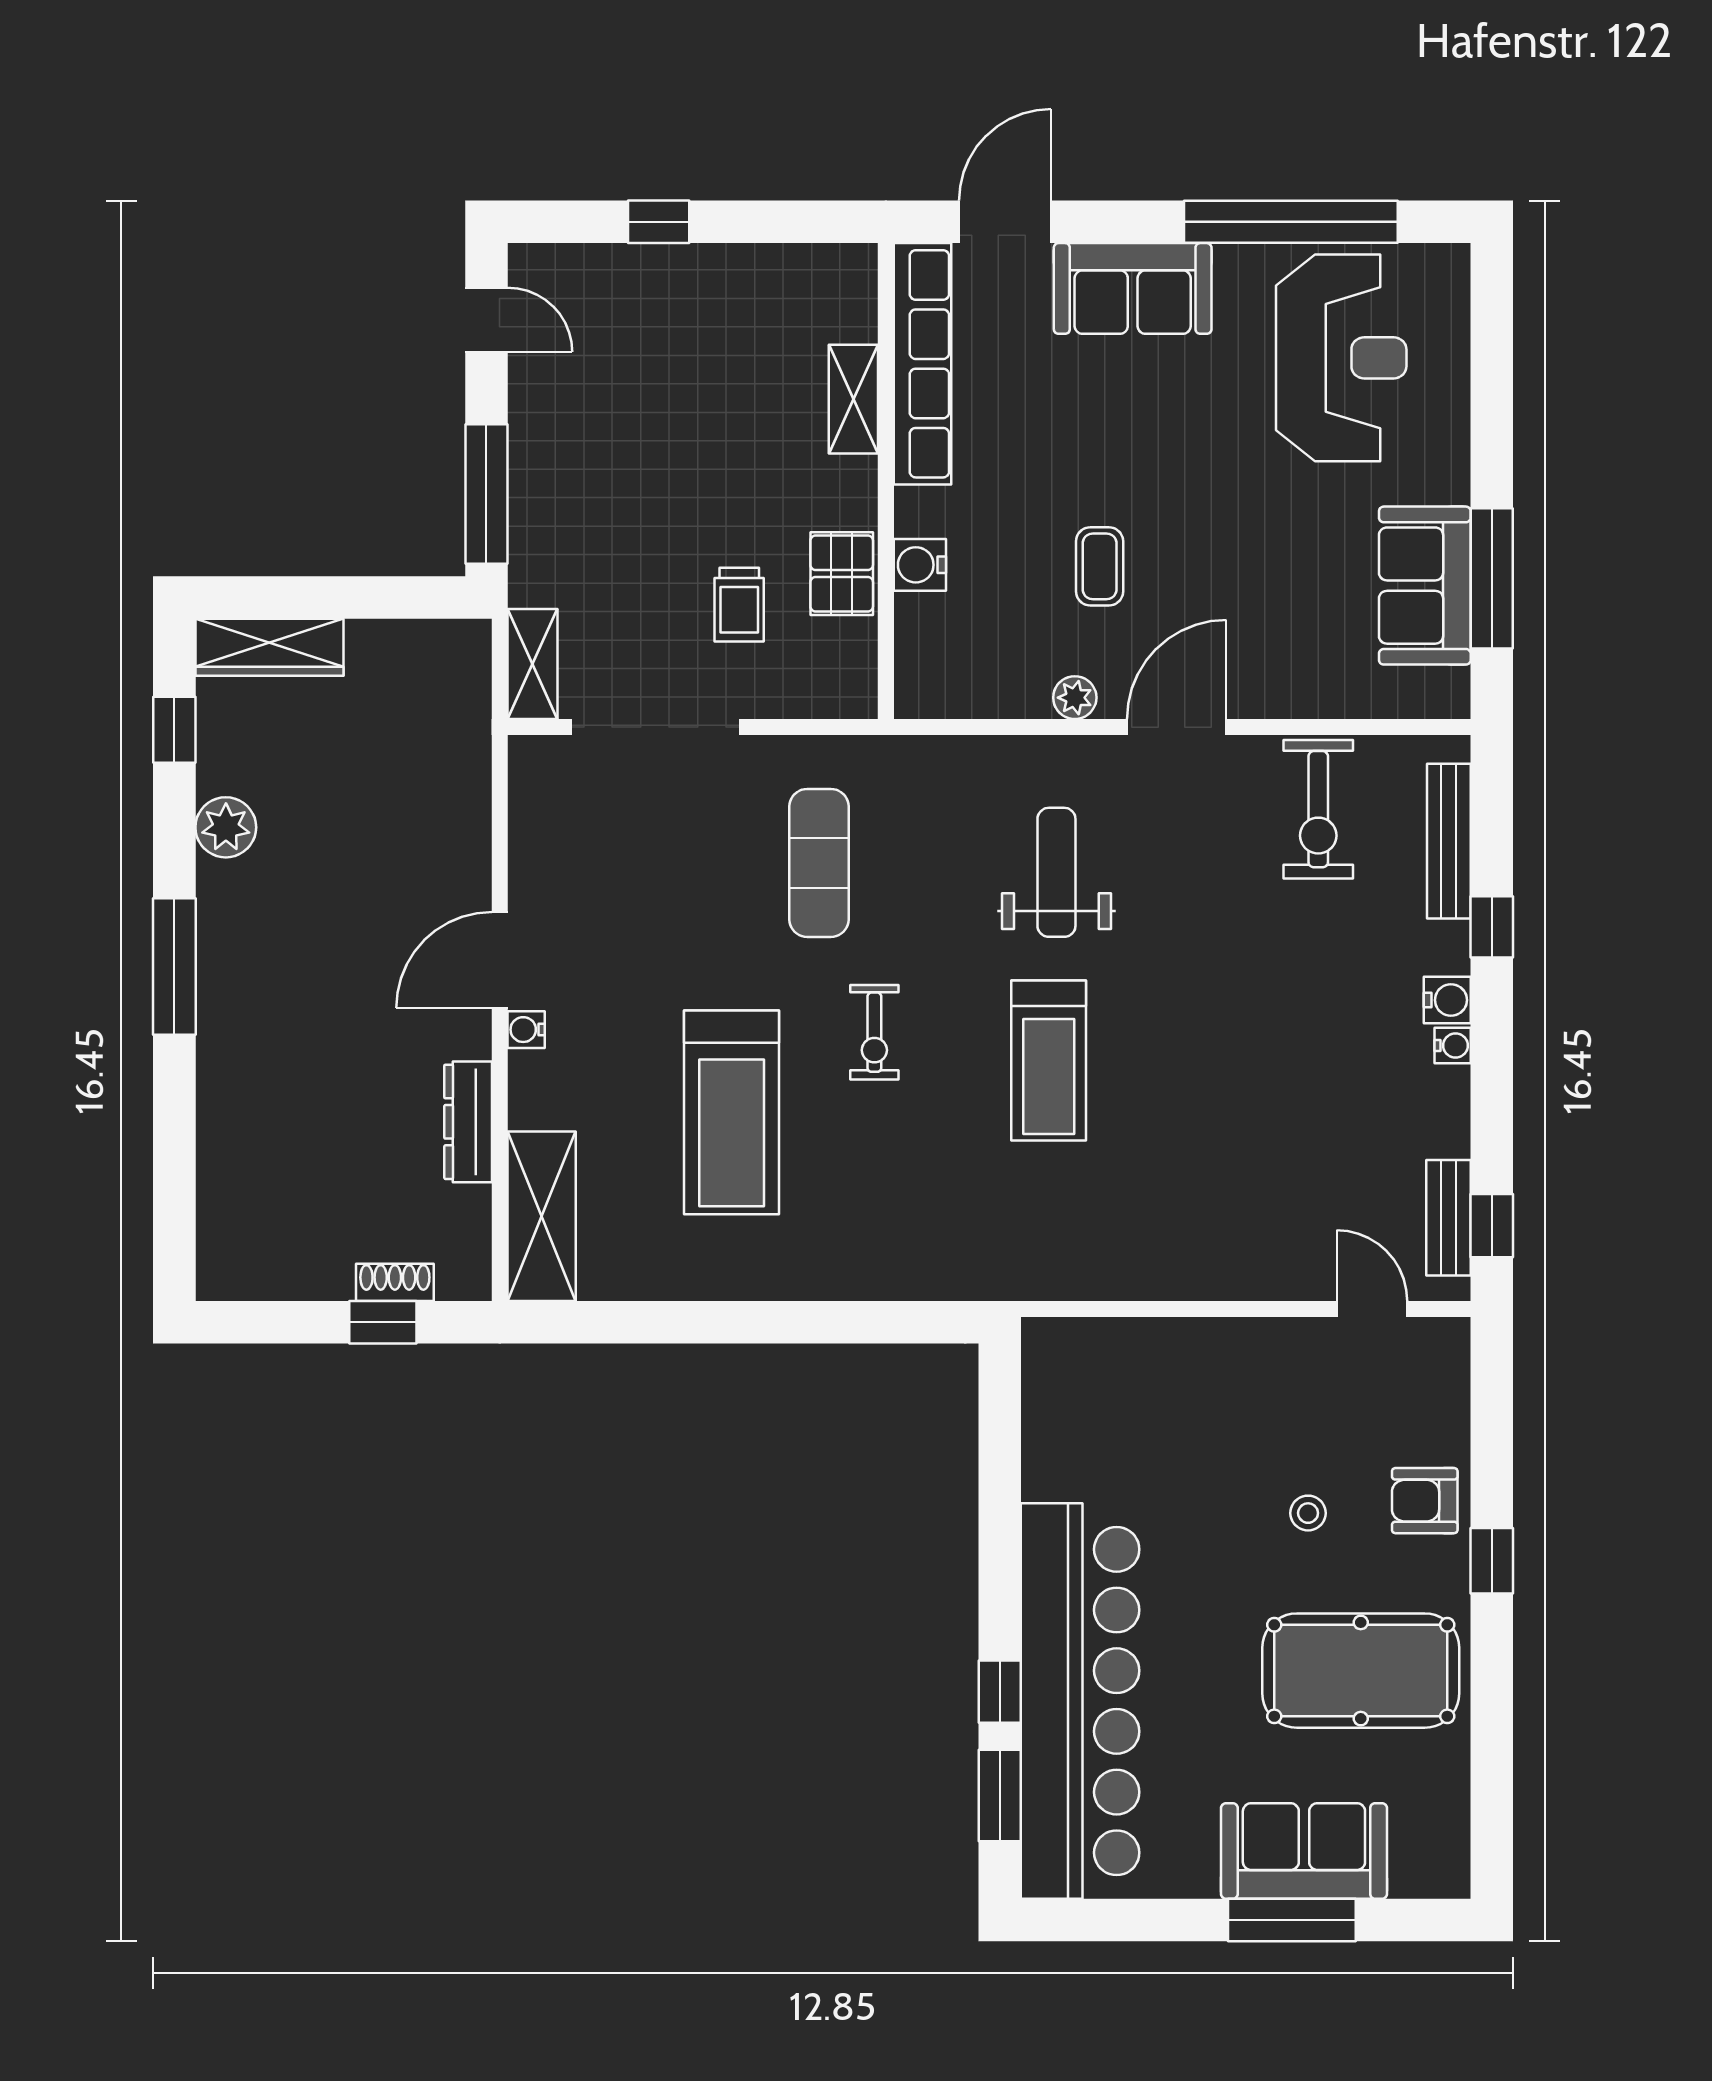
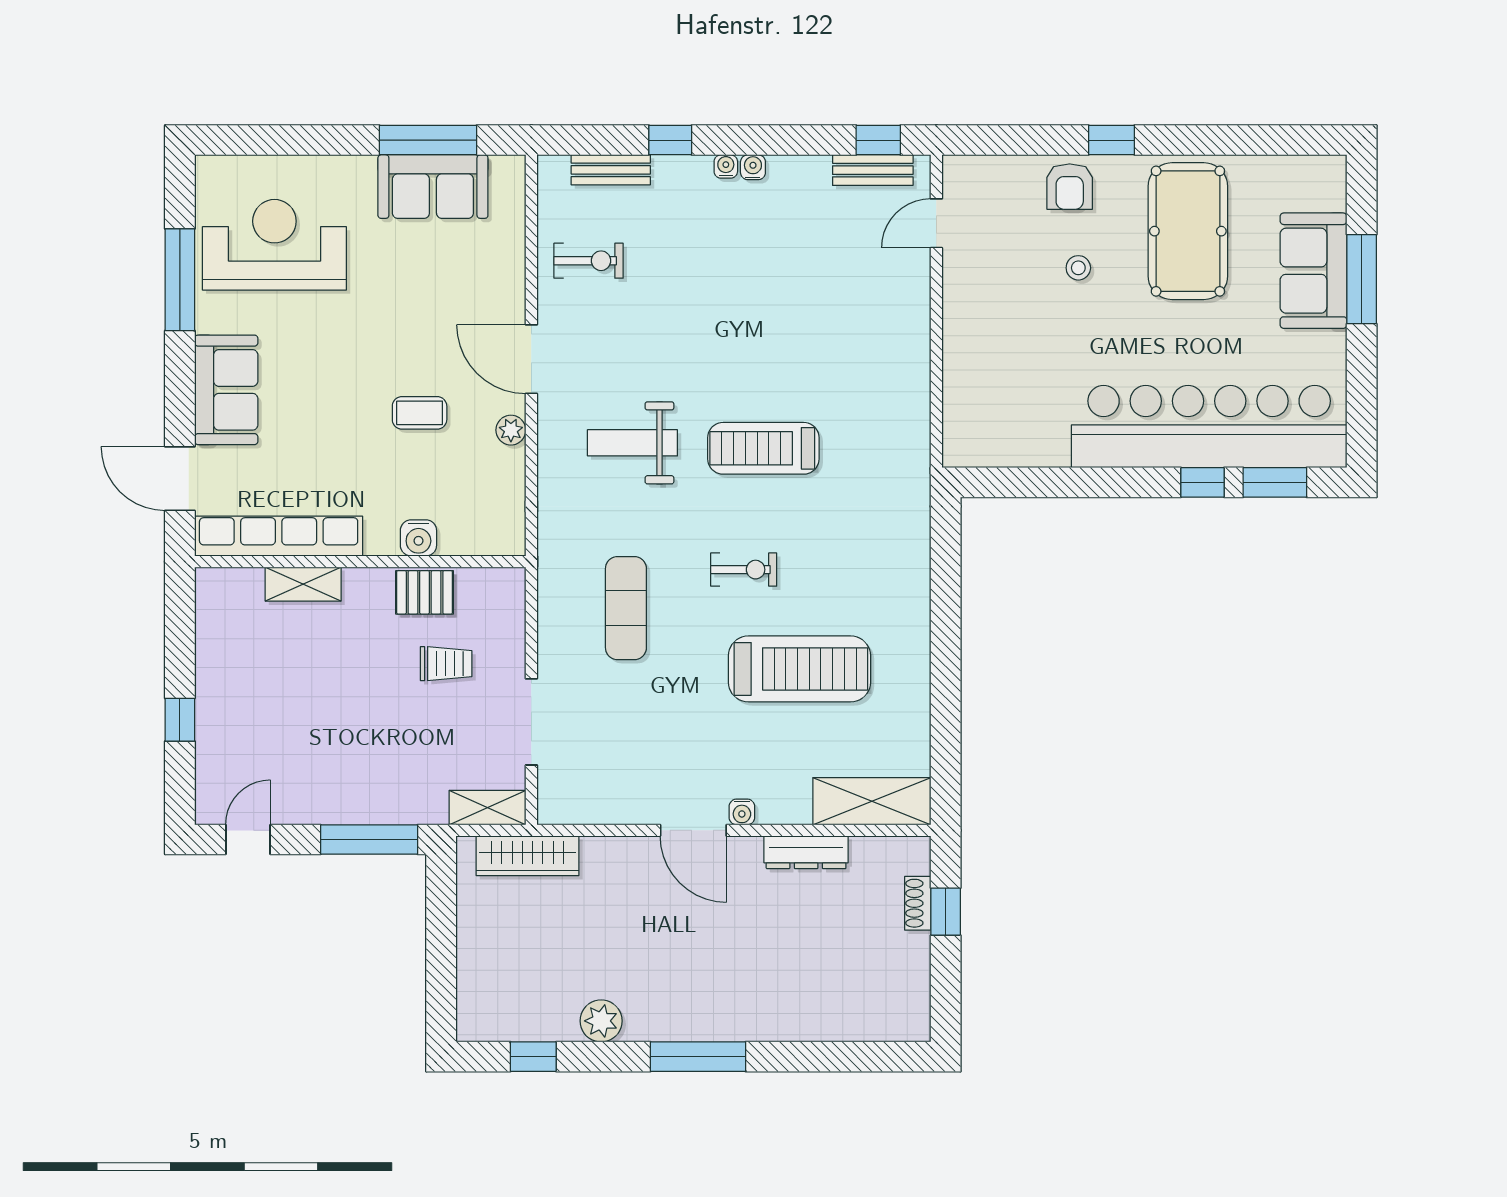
window: (1291, 222) -> (180, 280), width x0.68
wardrobe: (269, 647) -> (528, 856), moved, turned 90
doorway: (655, 727) -> (531, 722), width x0.73
exercise bike: (1318, 809) -> (589, 261), width x0.73, depth x0.72
bench: (1449, 841) -> (611, 170), width x0.73
exercise mat: (819, 863) -> (626, 608), turned 90
water cooler: (1447, 1000) -> (726, 166), width x0.72, depth x0.72
treadmill: (1049, 1061) -> (763, 448), turned 180

